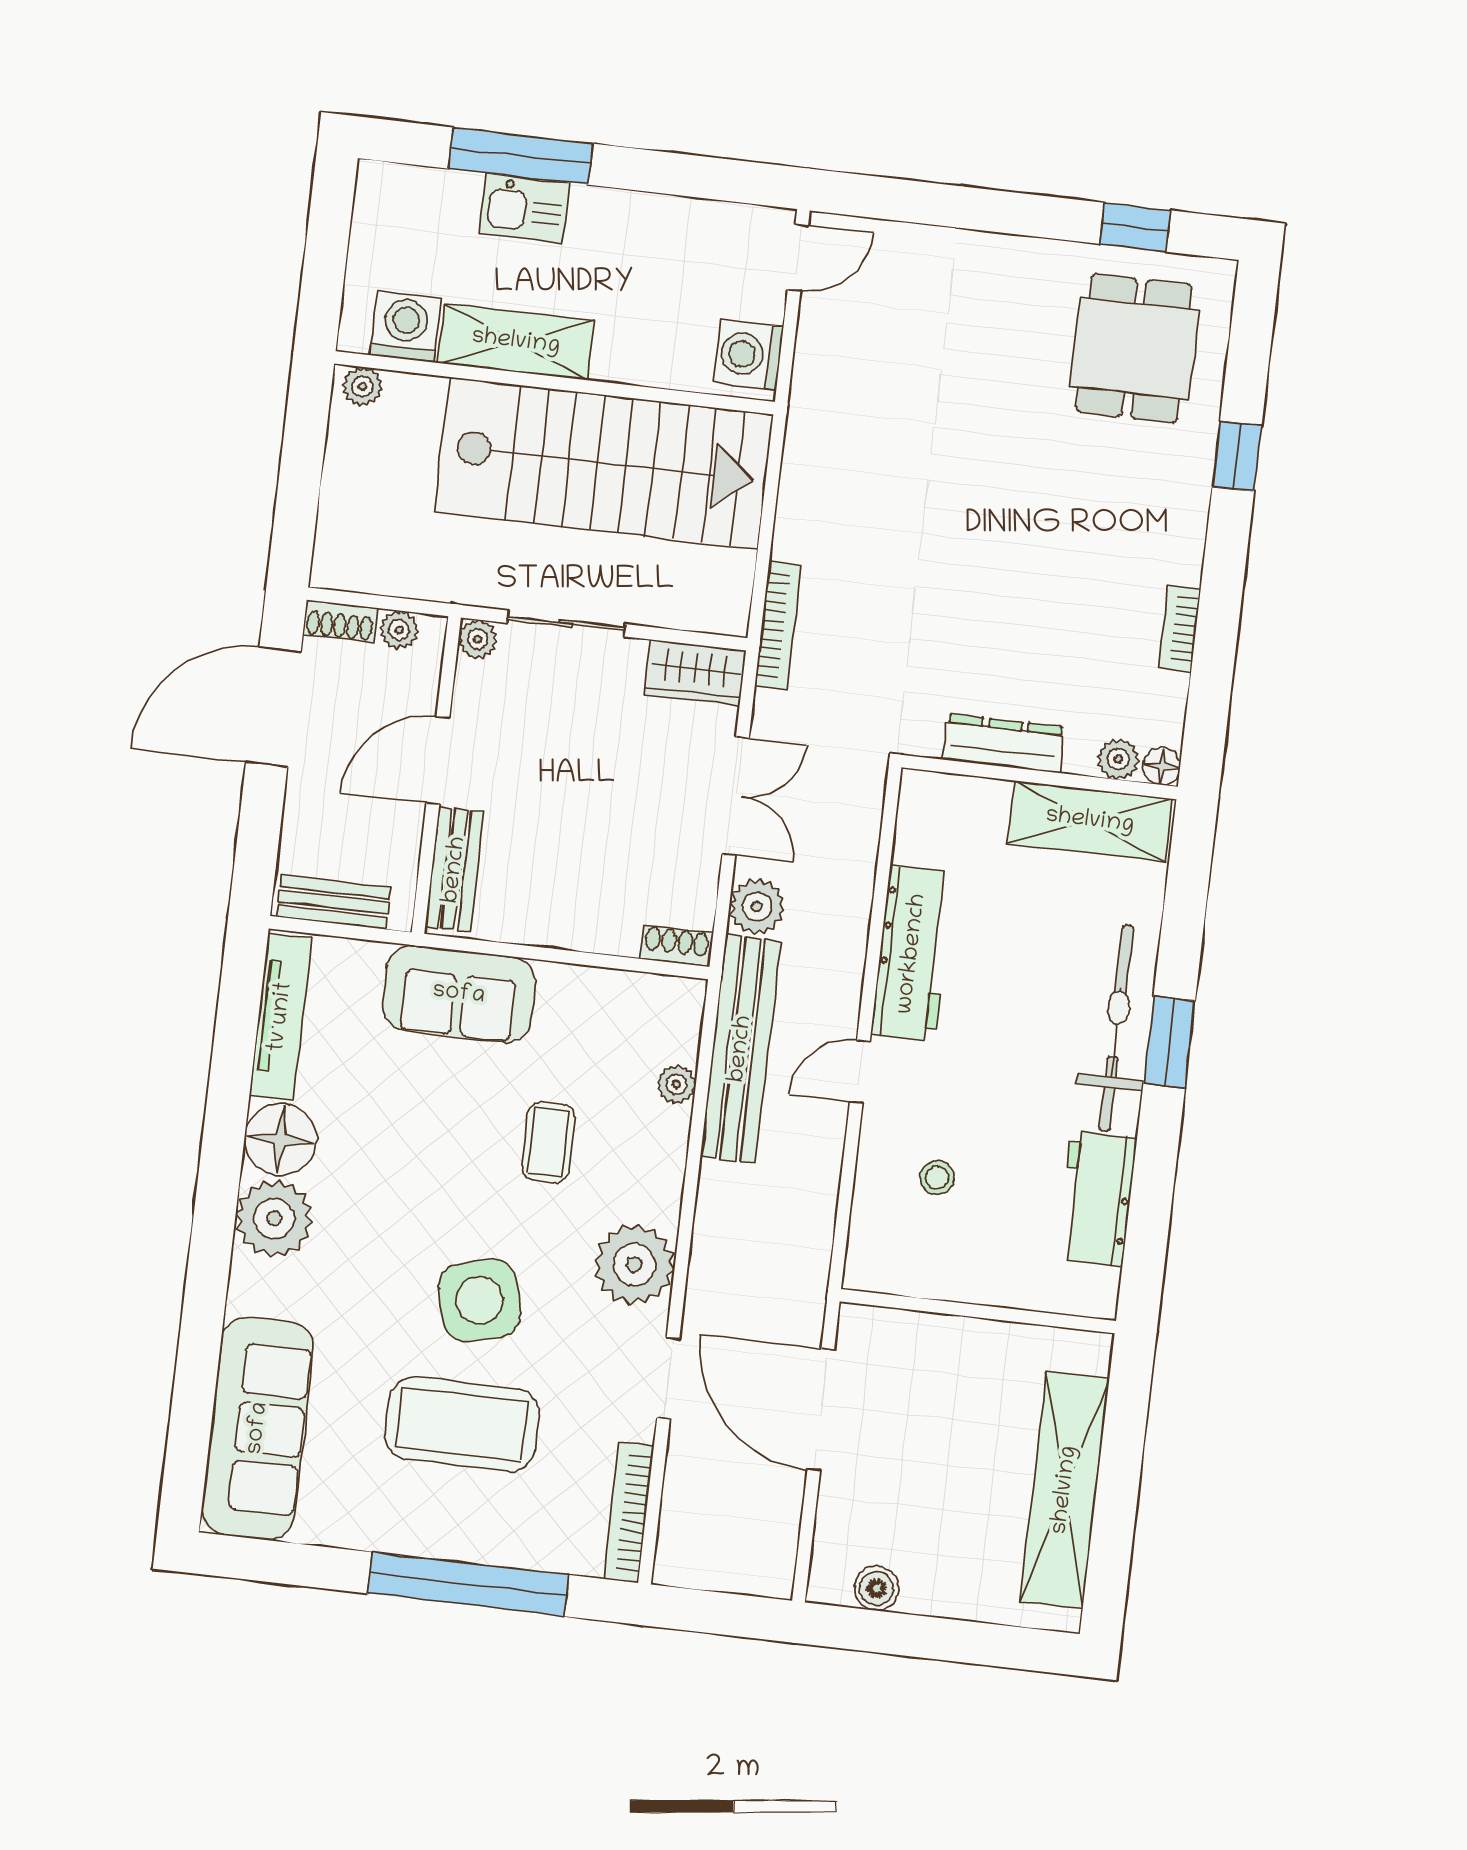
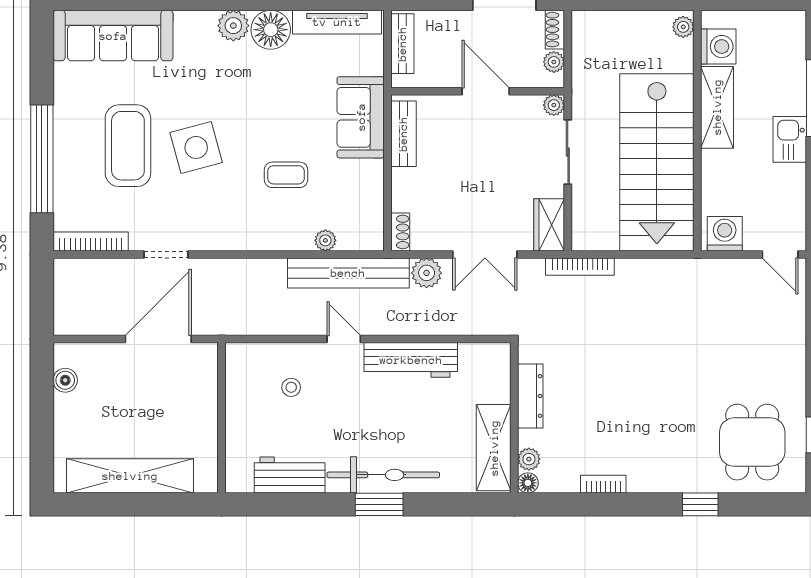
kitchen sink: (524, 208) -> (790, 139), moved
dining table: (1134, 348) -> (752, 442), turned 90
bench: (455, 870) -> (403, 134), moved, turned 90
plant: (274, 1218) -> (233, 26), width x0.73, depth x0.73
plant: (634, 1265) -> (225, 229), removed

